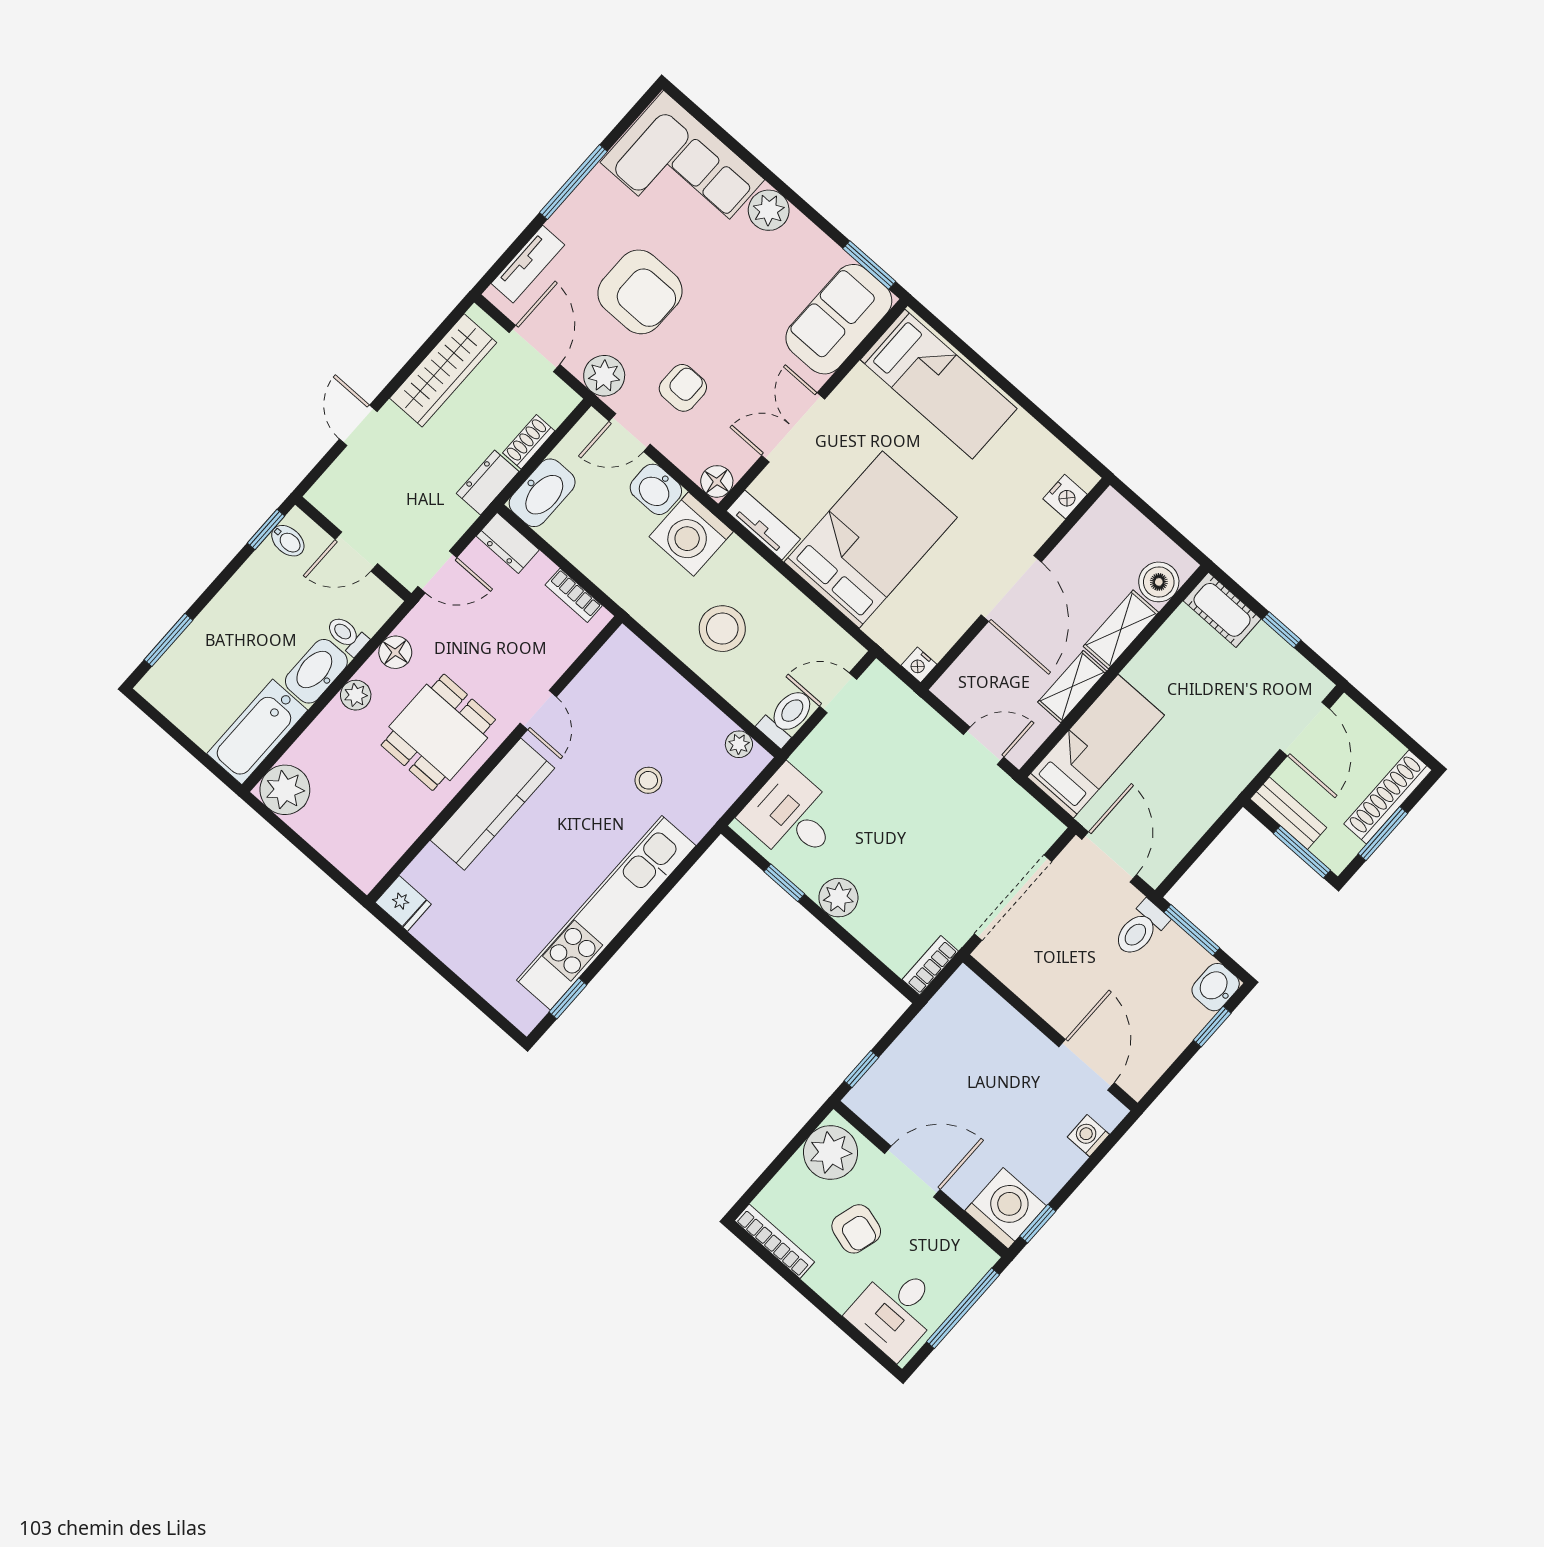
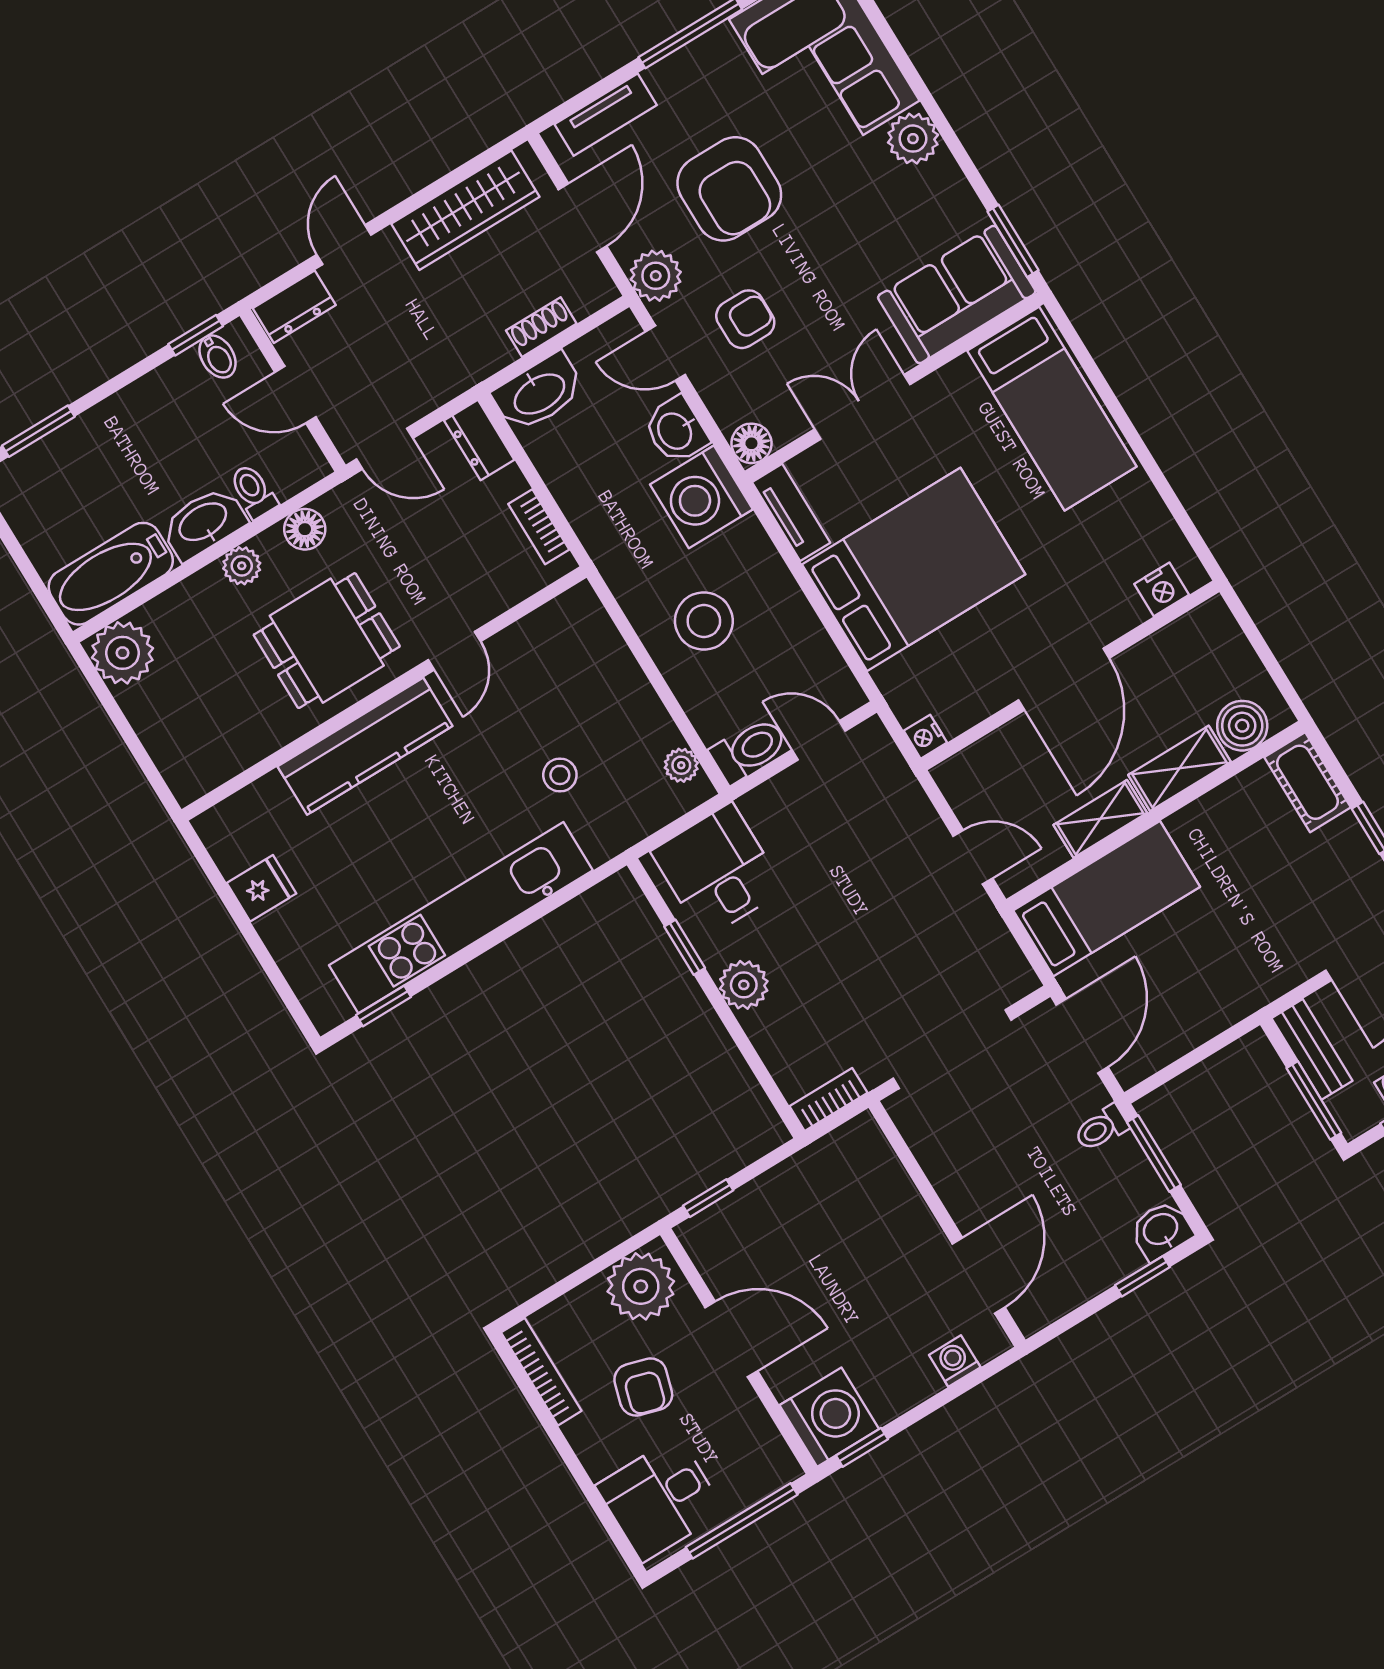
dresser: (488, 482) -> (294, 307), moved, turned 180
fridge: (403, 903) -> (262, 888), moved, turned -90
toilet: (1141, 929) -> (1101, 1128), width x0.73, depth x0.72

